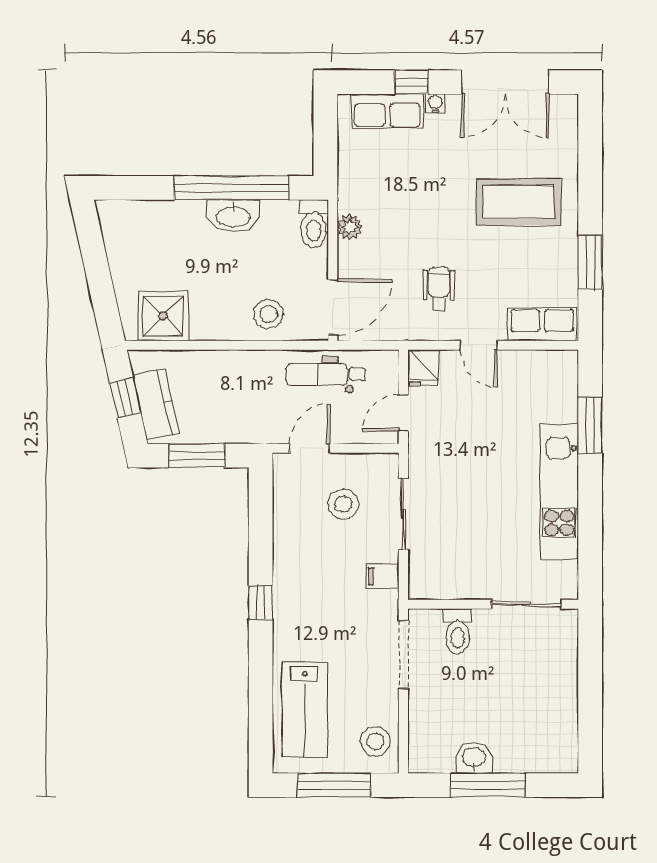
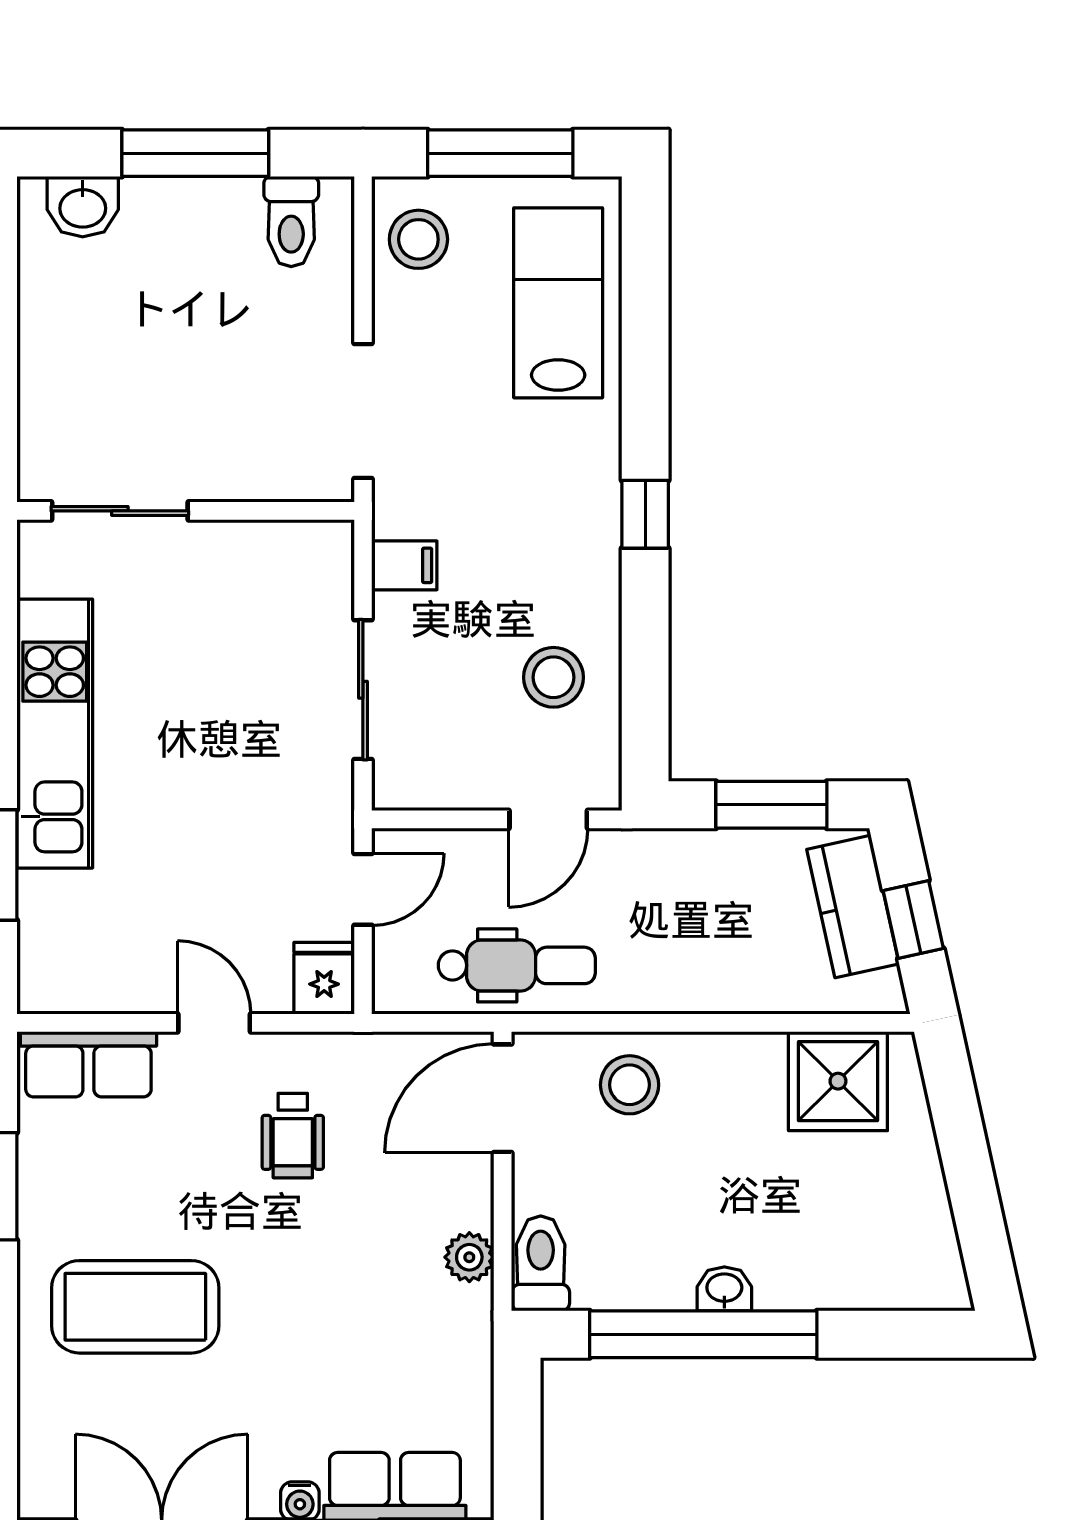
washbasin: (233, 216) -> (724, 1289), width x0.52, depth x0.69
stool: (343, 504) -> (553, 677), moved
toilet: (458, 631) -> (291, 221), moved, turned 180
washbasin: (474, 758) -> (83, 207), moved

